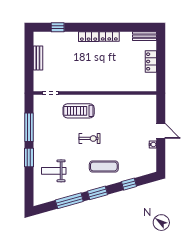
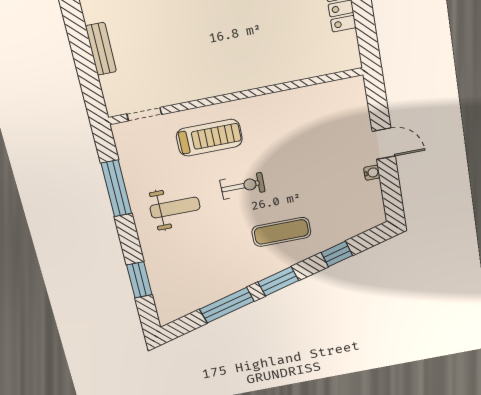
treadmill: (79, 111) -> (209, 138), turned 180
window: (29, 157) -> (139, 280), moved
weight bench: (54, 171) -> (175, 208), moved, turned 180

